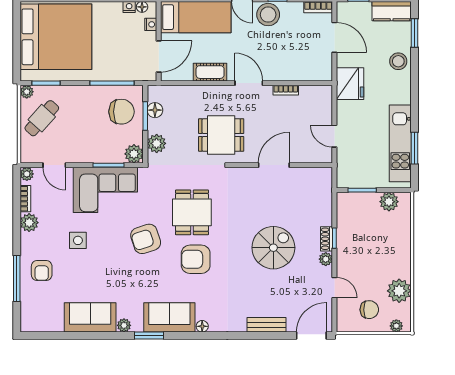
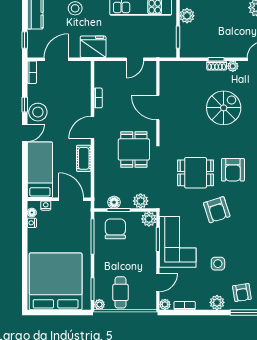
cafe table: (42, 118) -> (120, 292), turned 48
plant: (29, 223) -> (217, 302), moved
spiral stairs: (273, 248) -> (224, 108), turned 90
armchair: (42, 271) -> (242, 293), turned 81

